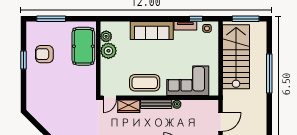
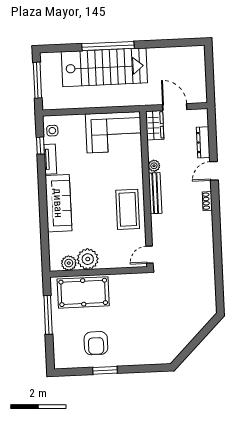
window: (51, 19) -> (48, 315), moved
stairs: (236, 57) -> (104, 67), moved, turned 180
corner sofa: (188, 81) -> (114, 132), moved, turned -90
door: (110, 98) -> (149, 255), swing flipped
wardrobe: (129, 106) -> (155, 125), moved

